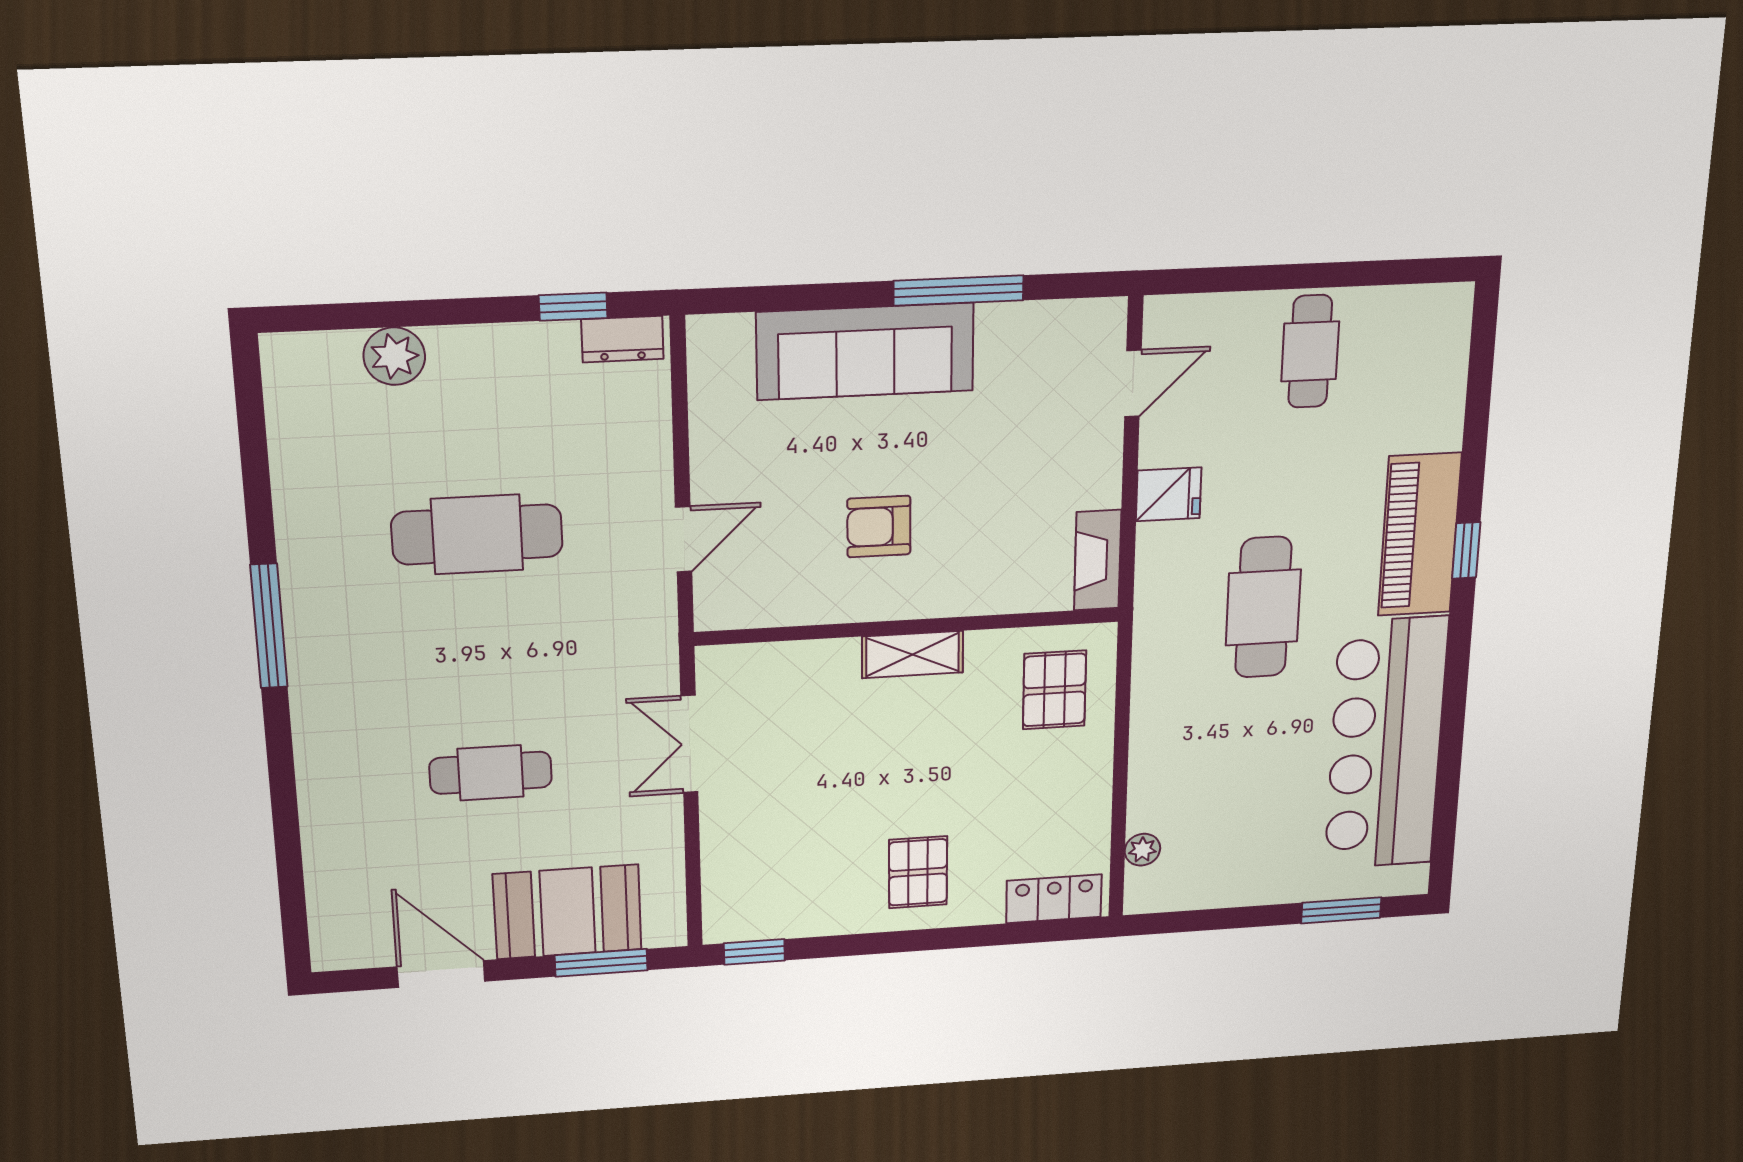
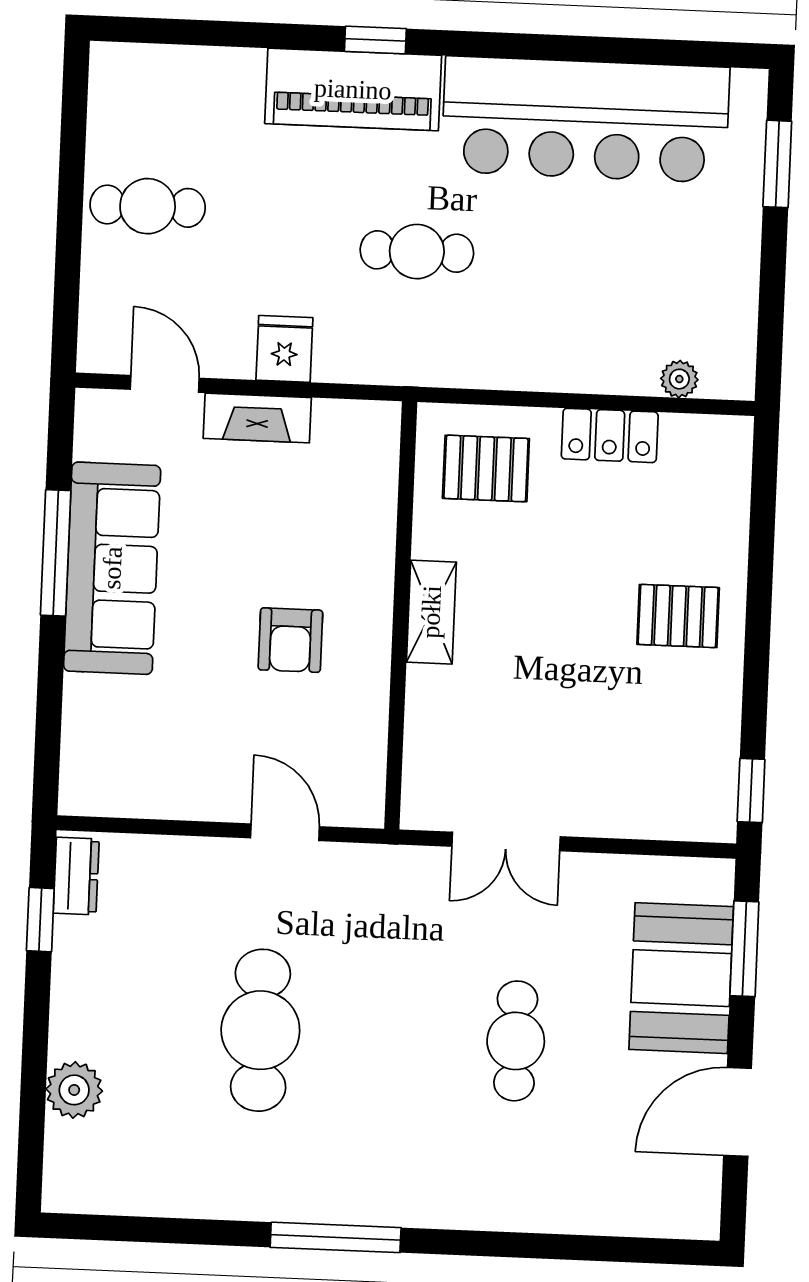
sofa: (865, 352) -> (112, 568), moved
fireplace: (1098, 560) -> (257, 418), moved
cafe table: (1263, 607) -> (417, 252), width x0.73, depth x0.74
locker: (1054, 899) -> (610, 435), moved, turned -90

